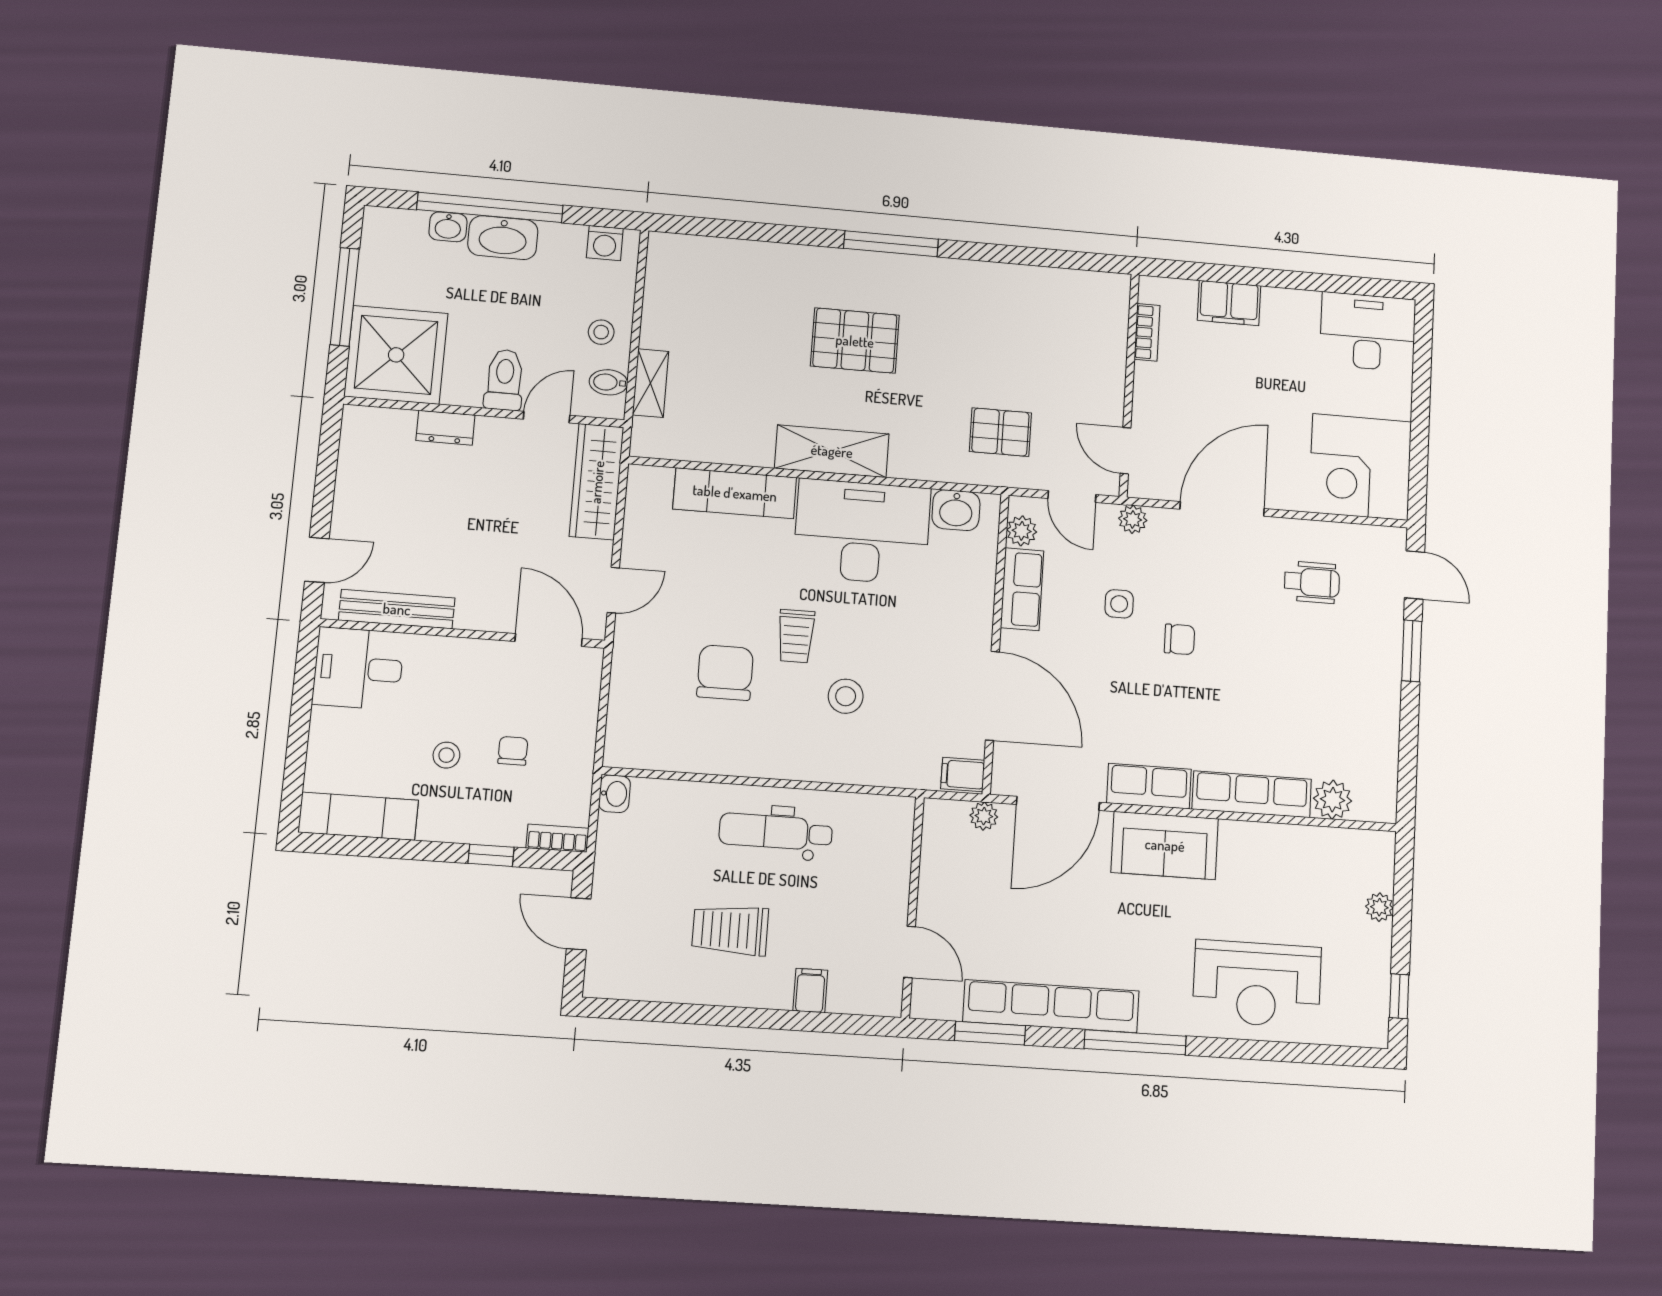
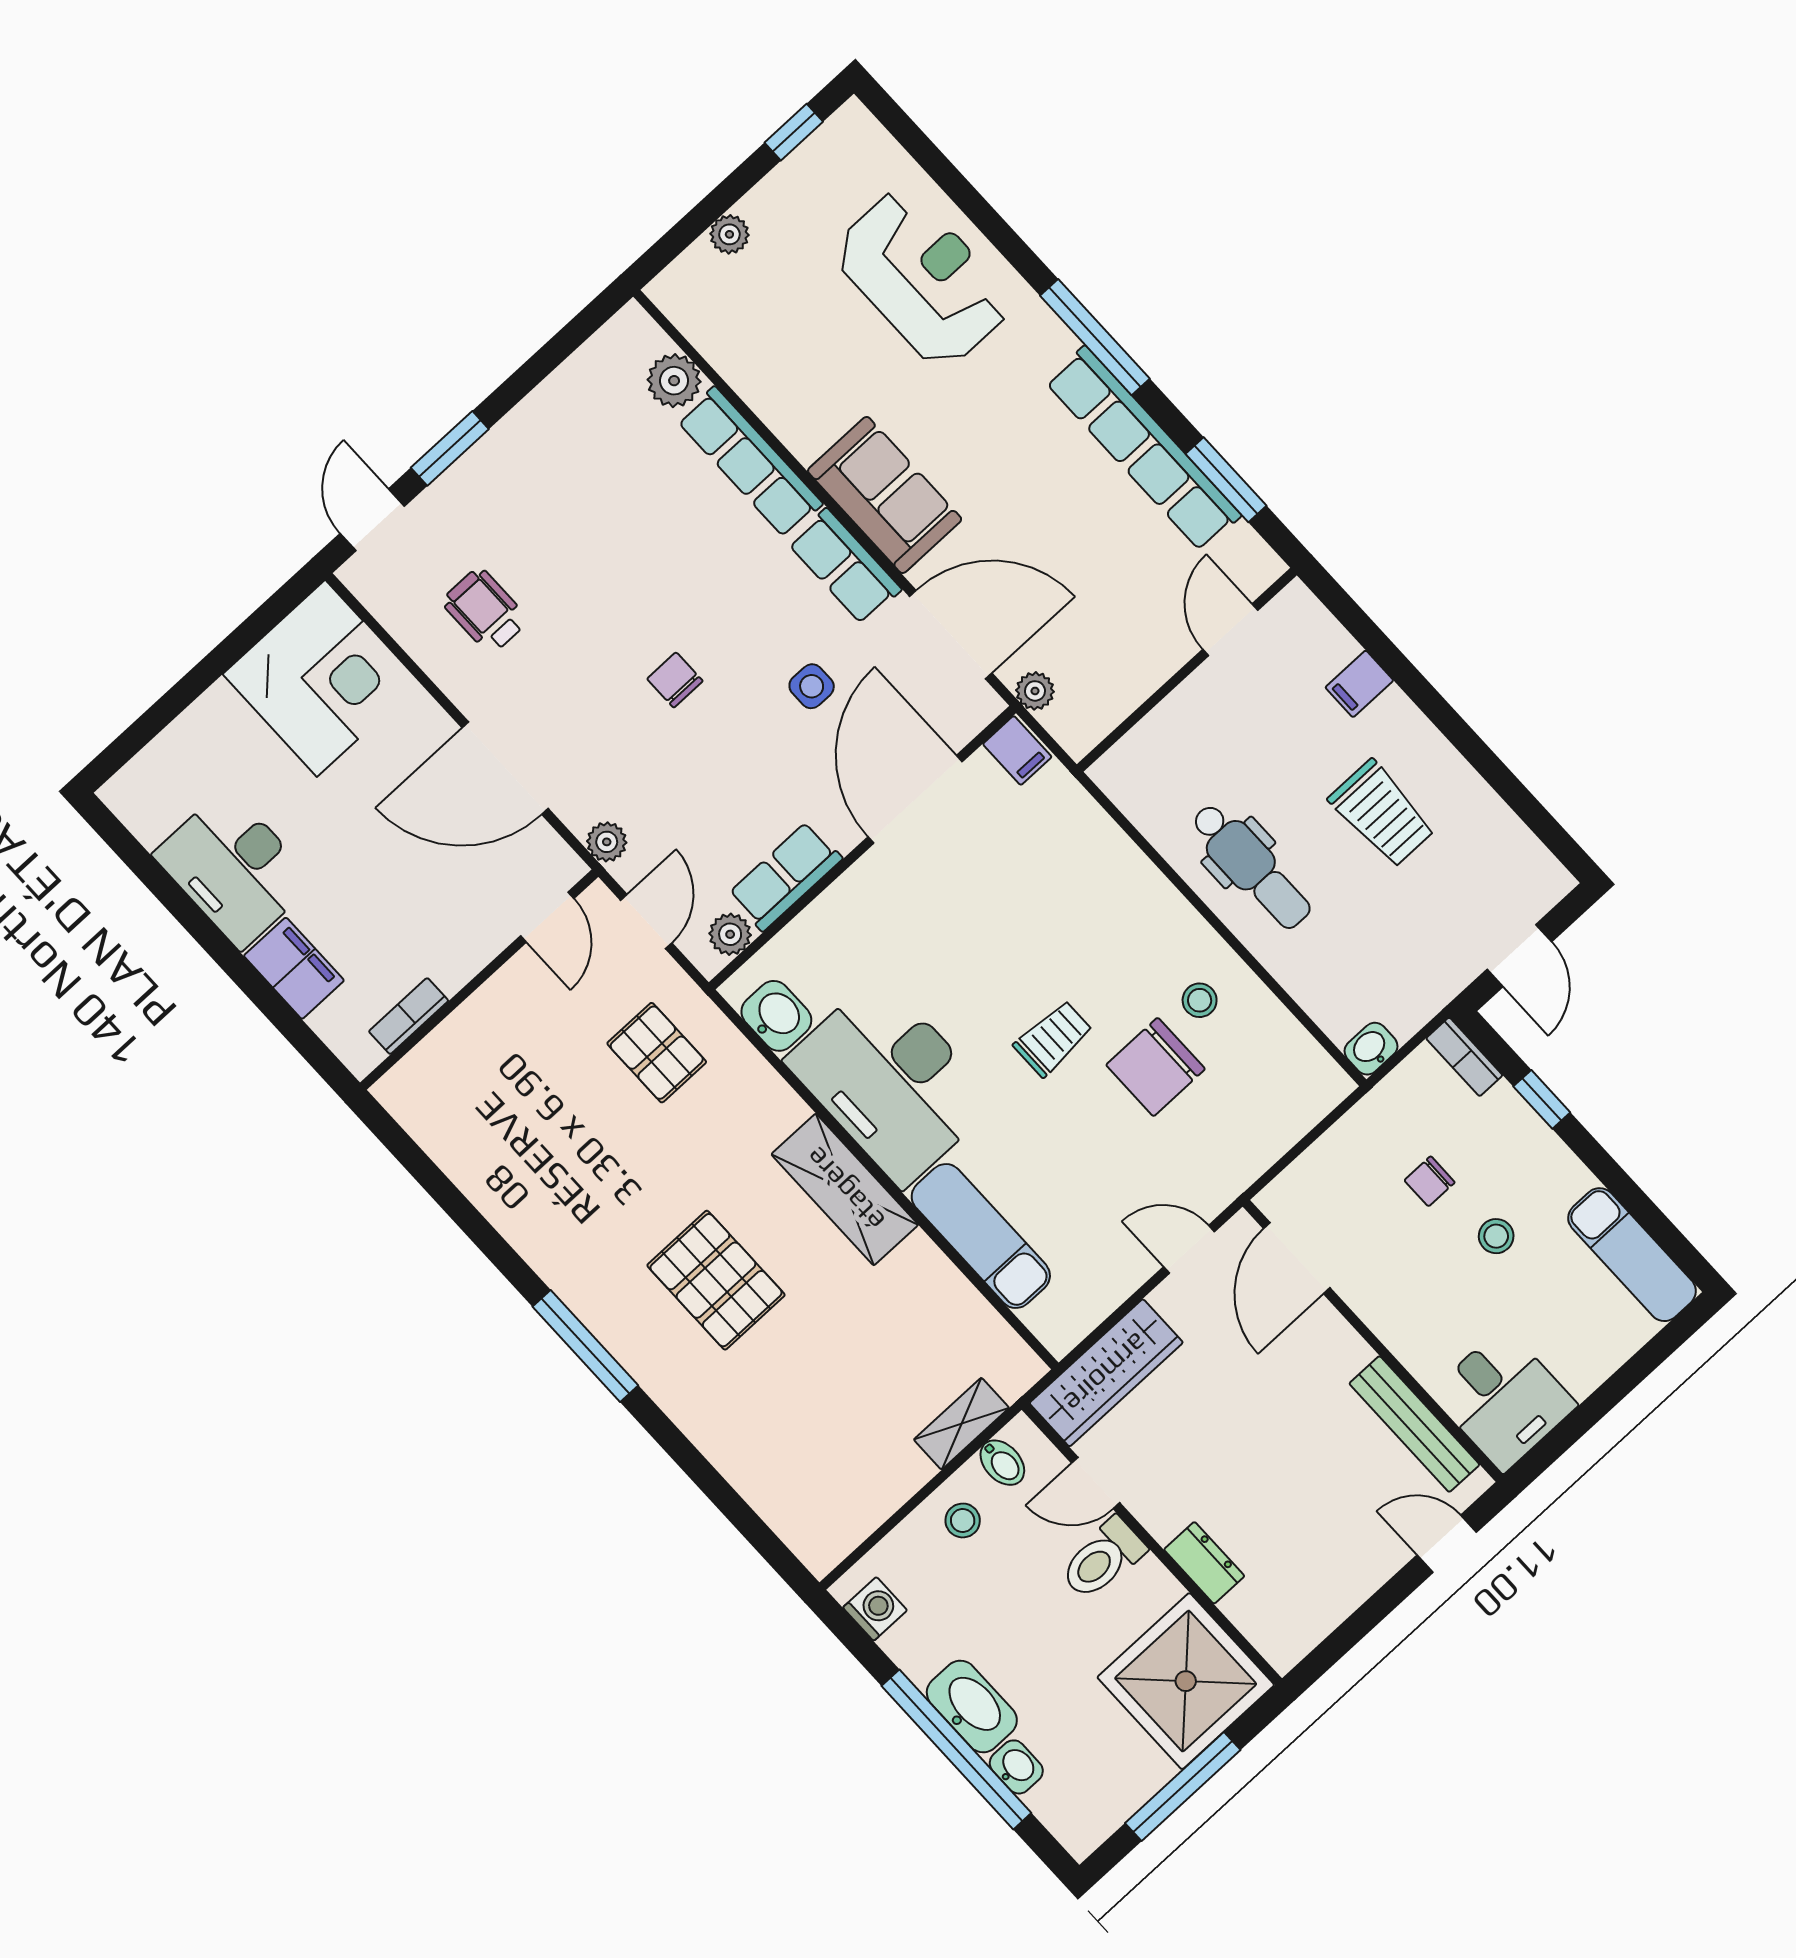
desk: (1368, 332) -> (234, 868), moved
side table: (1119, 604) -> (812, 686), moved
stool: (846, 696) -> (1200, 1000), moved, width x0.73, depth x0.73

